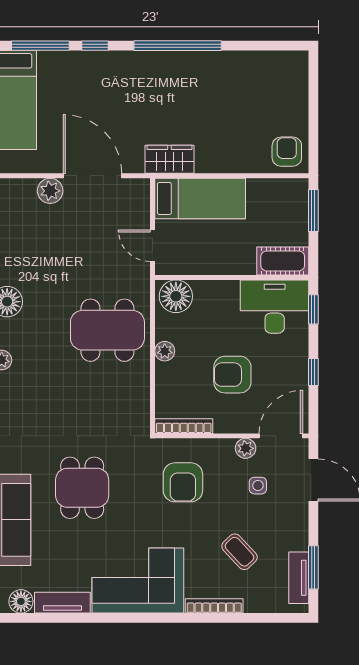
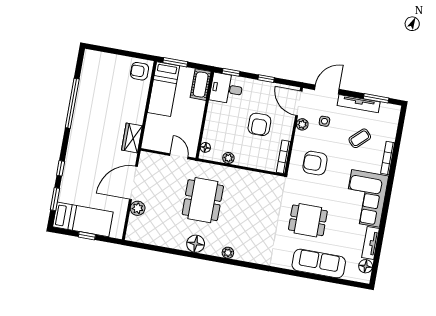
window: (40, 46) -> (55, 199), width x0.69
window: (178, 46) -> (72, 103), moved
bed: (200, 198) -> (163, 89), moved, turned 180
door: (153, 246) -> (179, 156), swing flipped
floor lamp: (176, 296) -> (205, 147), width x0.53, depth x0.53
desk: (275, 307) -> (226, 89), width x0.73
dining table: (107, 330) -> (203, 200), moved
plant: (165, 351) -> (228, 158), moved
armchair: (183, 482) -> (315, 163), turned 180
tv unit: (299, 578) -> (359, 104), moved, width x1.41

